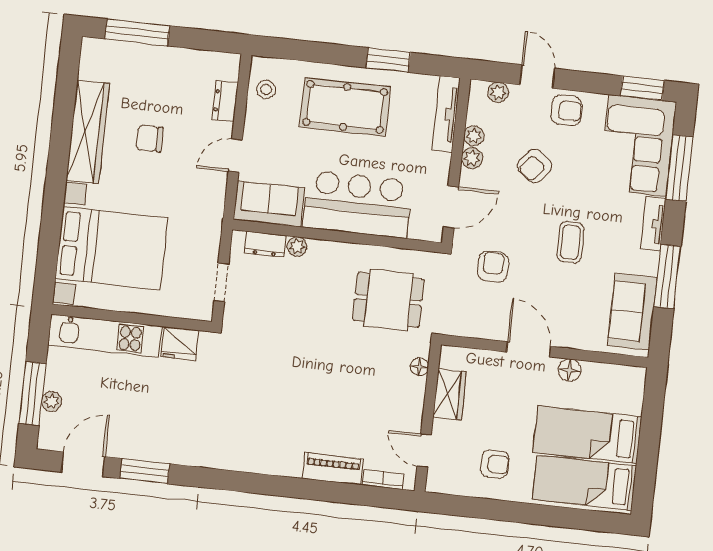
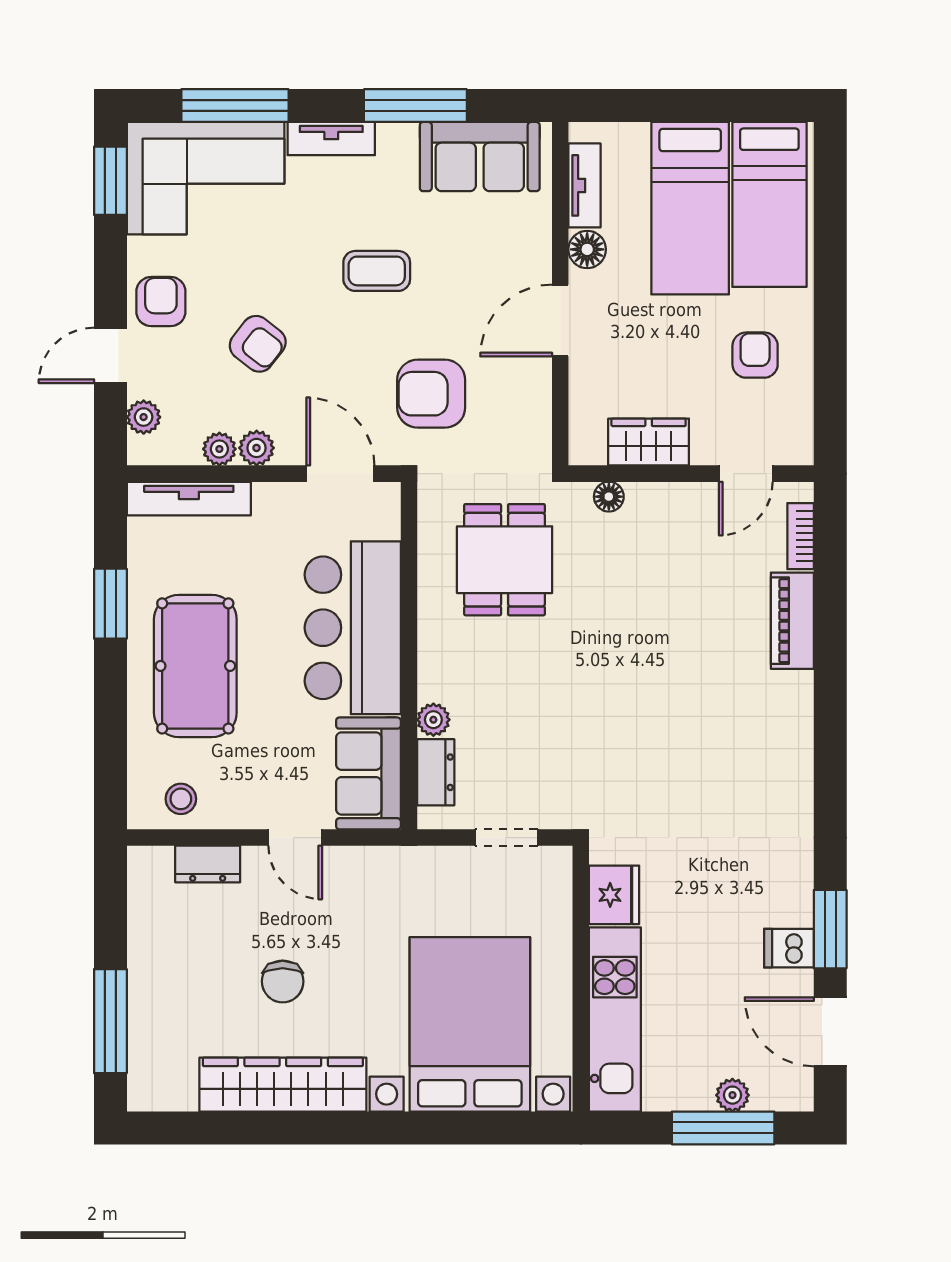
armchair: (493, 267) -> (431, 394), width x1.38, depth x1.38
tv unit: (608, 373) -> (584, 185), added
dishwasher: (136, 445) -> (789, 948), added

